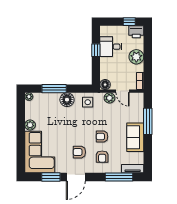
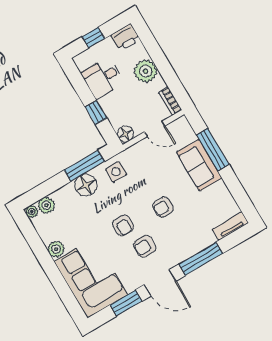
window: (129, 22) -> (93, 38), moved
window: (96, 50) -> (96, 113), moved
window: (54, 89) -> (84, 166), moved
plant: (109, 98) -> (46, 205), moved
sofa: (135, 137) -> (199, 165), moved
armchair: (102, 157) -> (123, 225), moved
door: (76, 177) -> (160, 283), hinge flipped
window: (119, 177) -> (201, 259), moved

